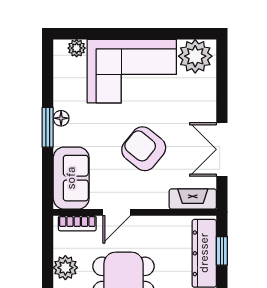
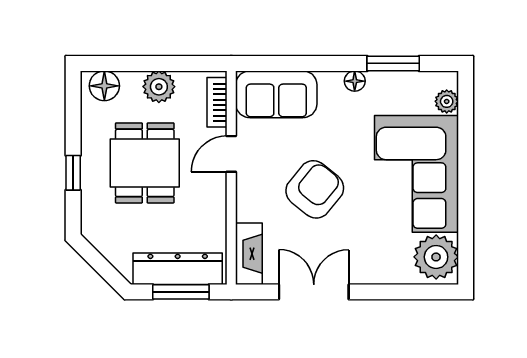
window: (48, 127) -> (393, 63), moved
door: (117, 212) -> (231, 154), hinge flipped
window: (222, 251) -> (181, 292), width x1.50

